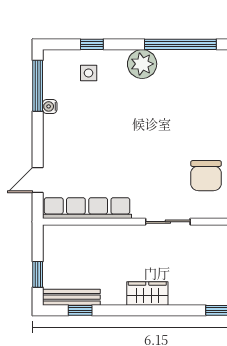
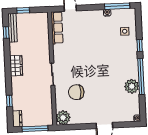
window: (92, 44) -> (140, 46), moved
plant: (142, 64) -> (132, 86), moved
row of seats: (87, 208) -> (57, 28), width x0.73

